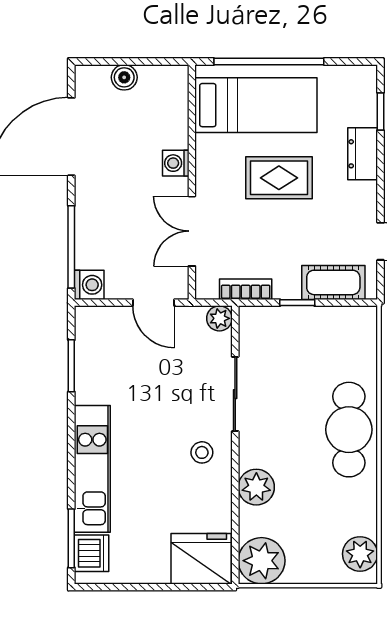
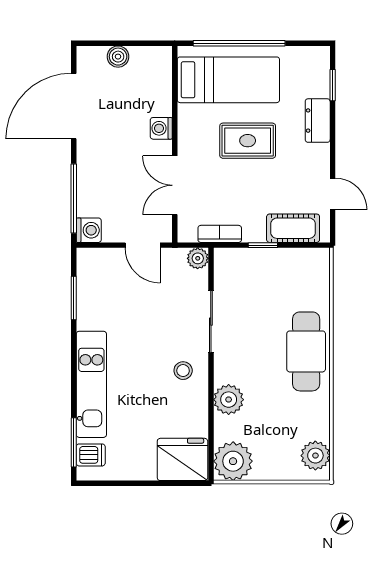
dishwasher: (92, 553) -> (91, 455), width x0.73

